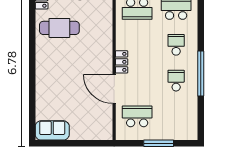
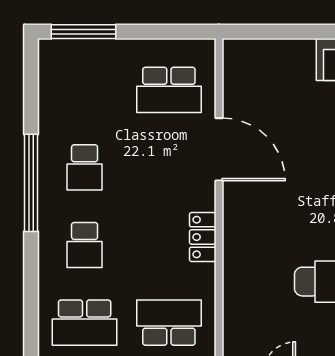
locker: (122, 62) -> (203, 237), moved
window: (159, 143) -> (84, 32), moved

